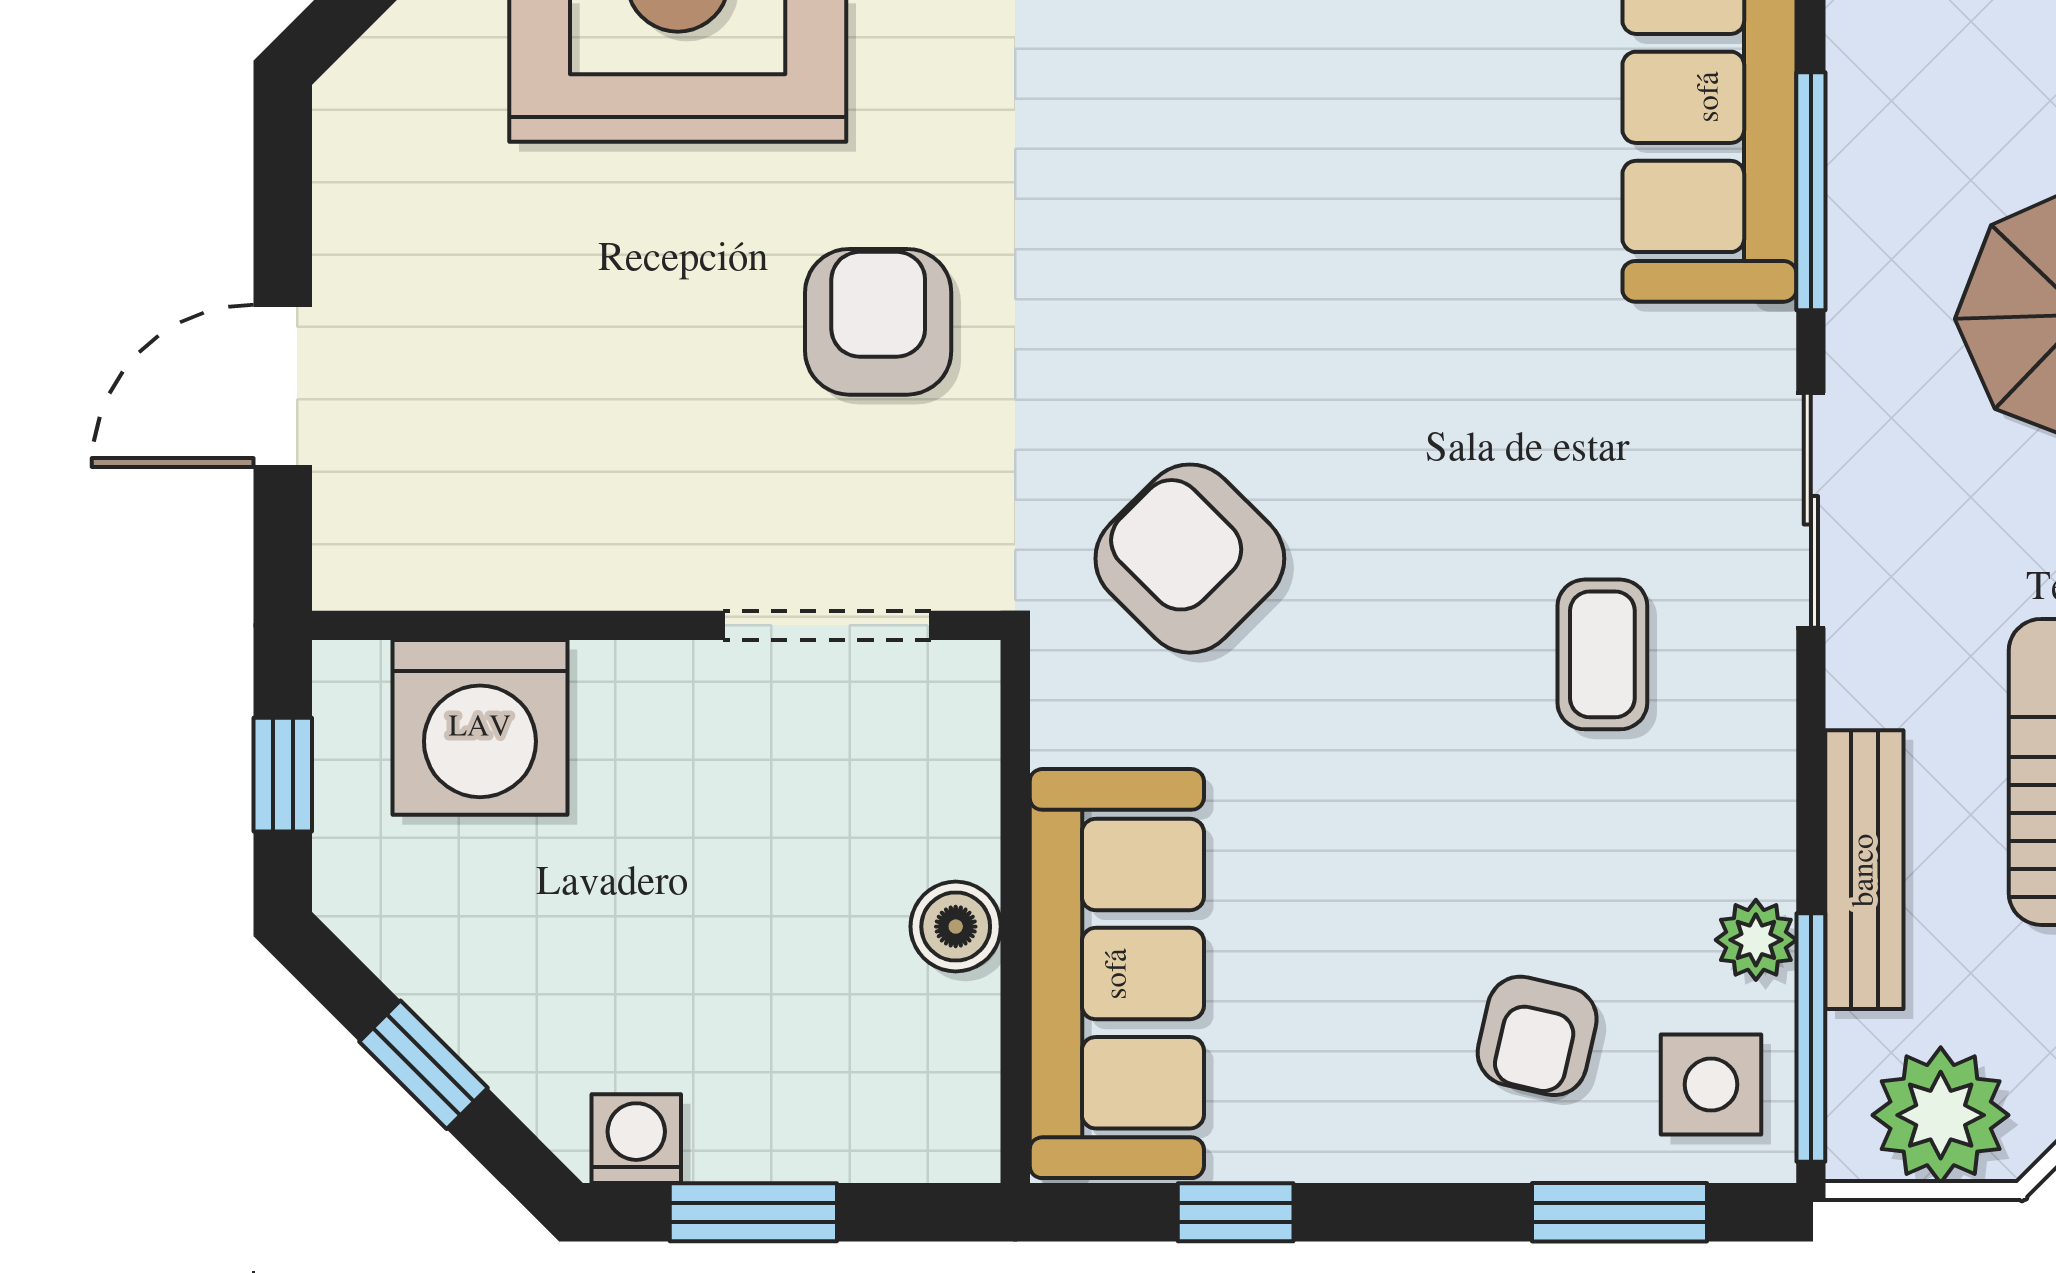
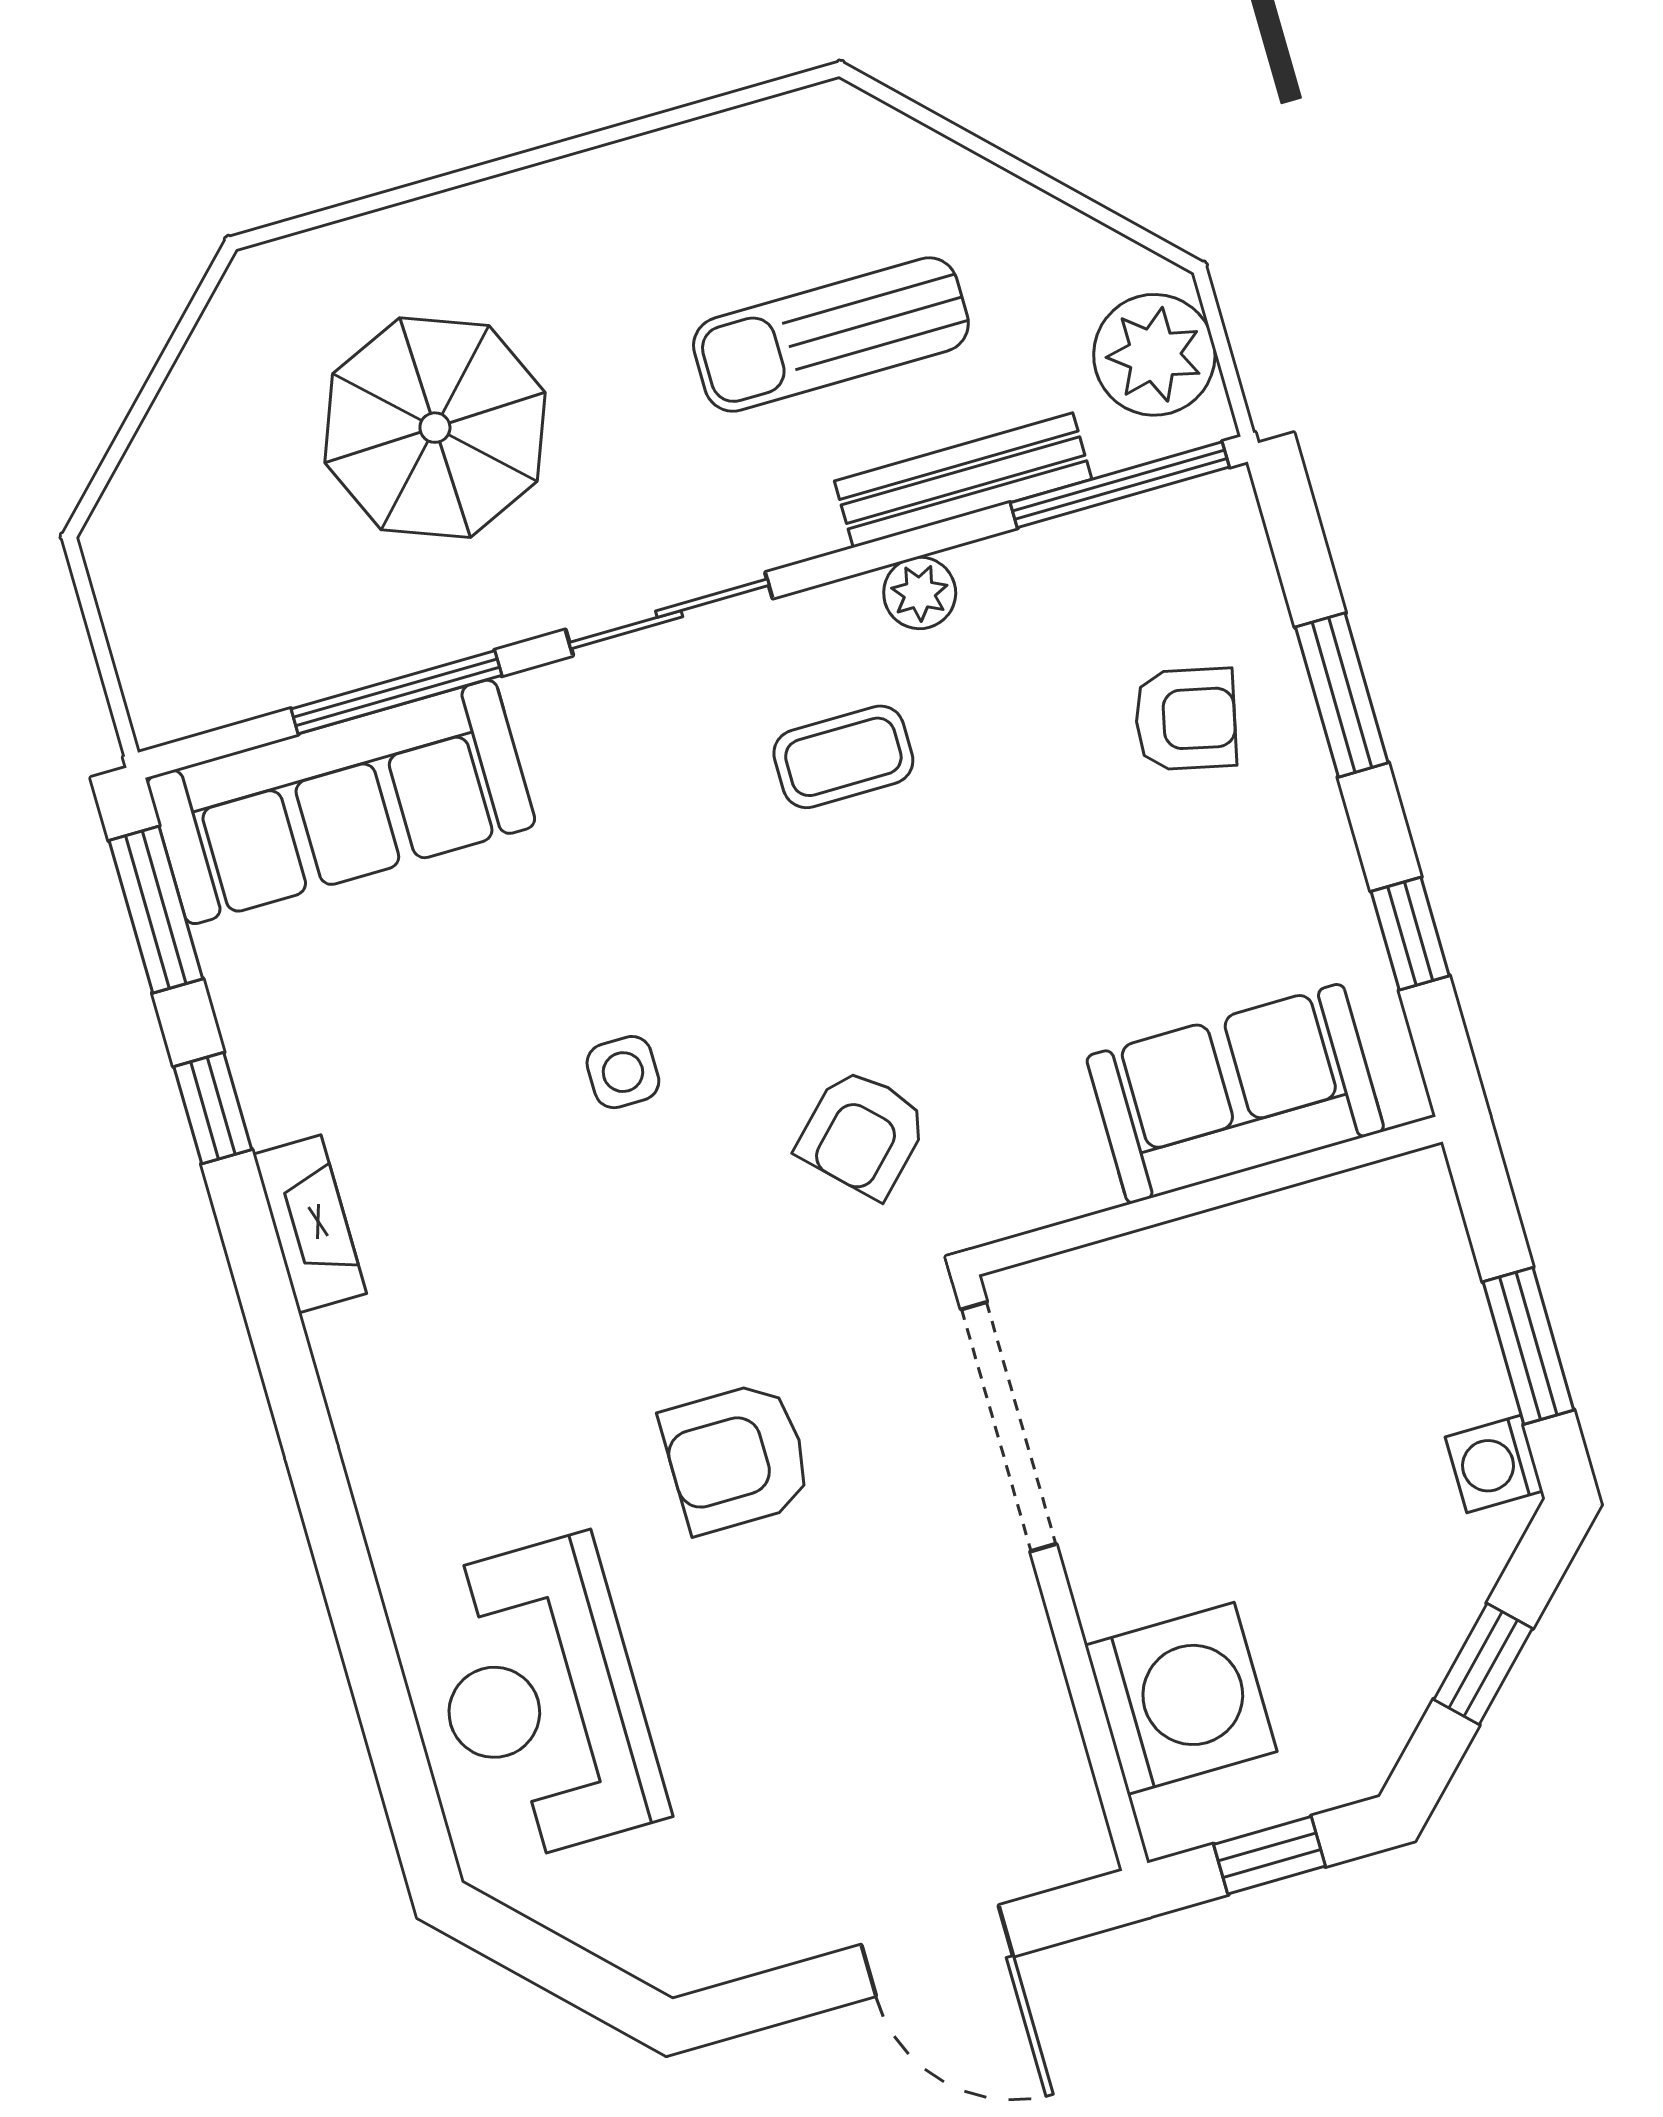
armchair: (1190, 559) -> (863, 1133), width x0.72, depth x0.72
doorway: (827, 625) -> (1009, 1427), width x1.36
boiler: (956, 927) -> (1234, 1243), removed
plant: (1756, 940) -> (920, 593), moved
sofa: (1117, 974) -> (1235, 1094), width x0.73
side table: (1711, 1085) -> (623, 1072), moved, width x0.73, depth x0.73
window: (1620, 1212) -> (1342, 695), moved

